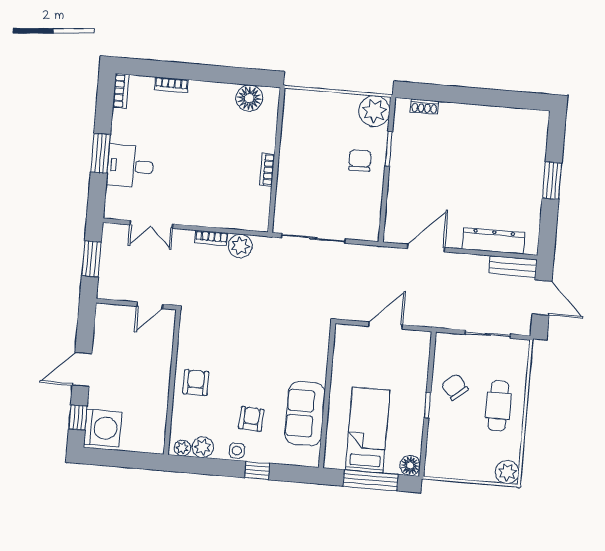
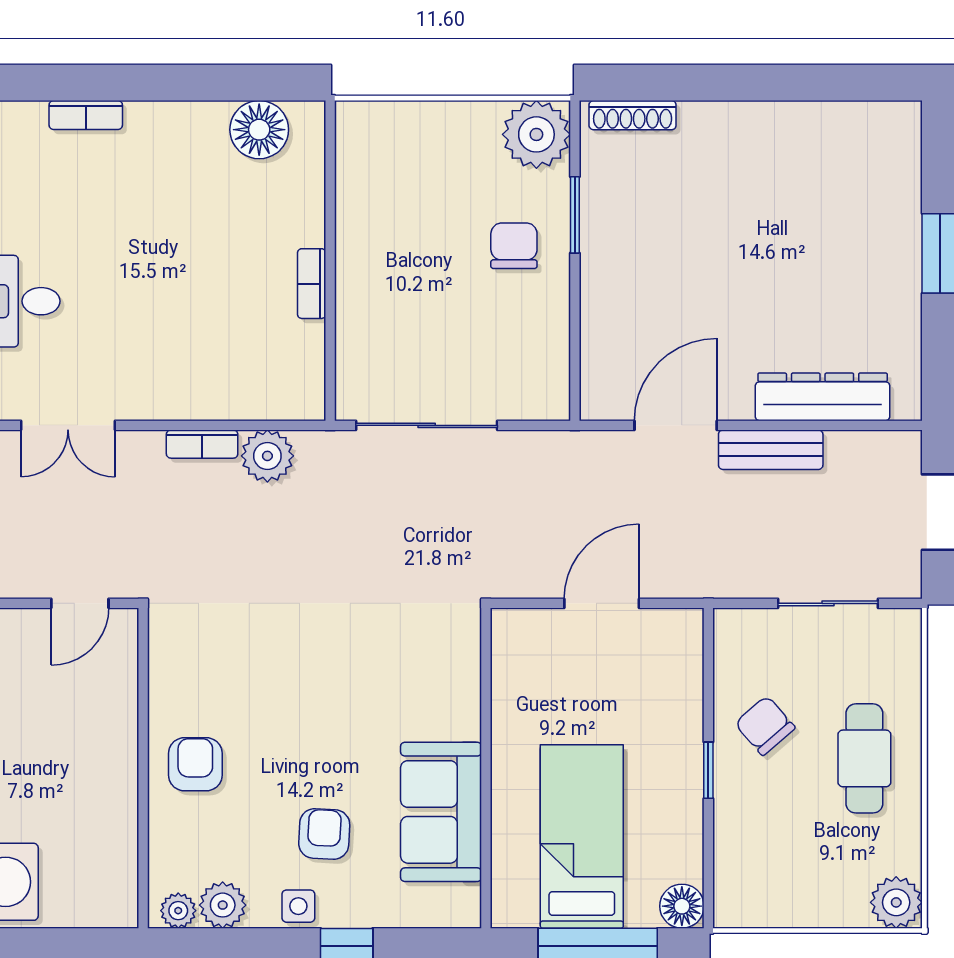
shoe rack: (424, 107) -> (633, 115), width x1.43
bench: (513, 266) -> (771, 450), moved

